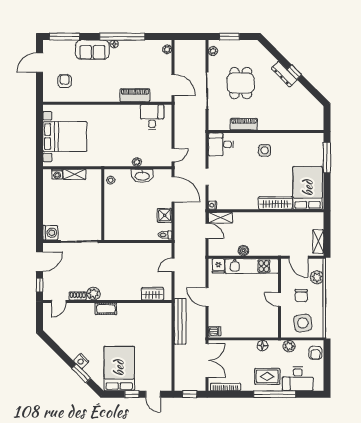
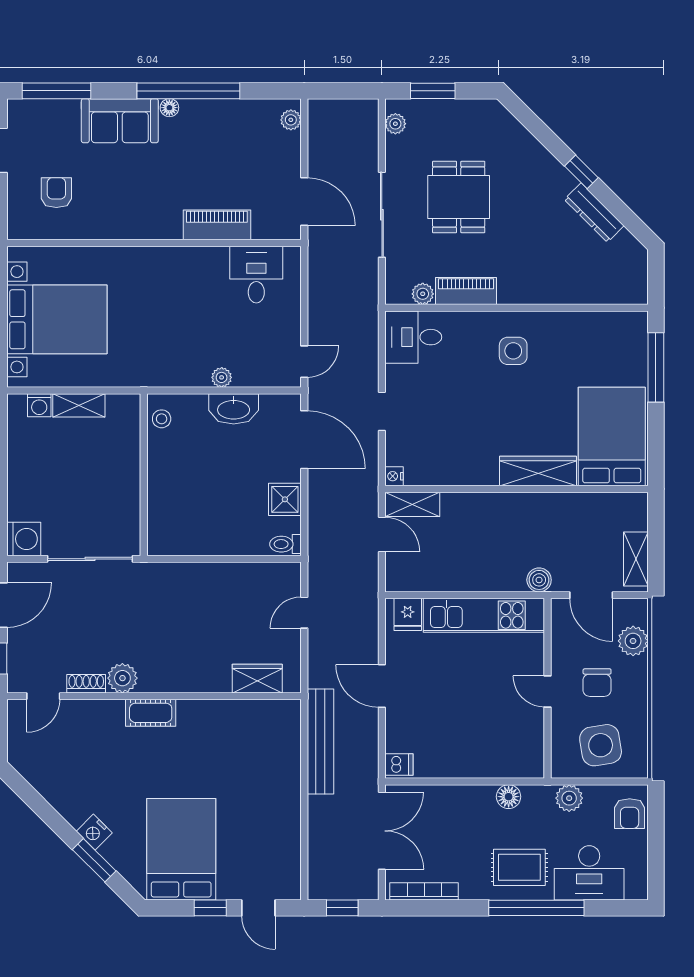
dresser: (284, 74) -> (594, 213), moved
plant: (225, 125) -> (423, 294), added
boiler: (243, 251) -> (539, 580), moved

